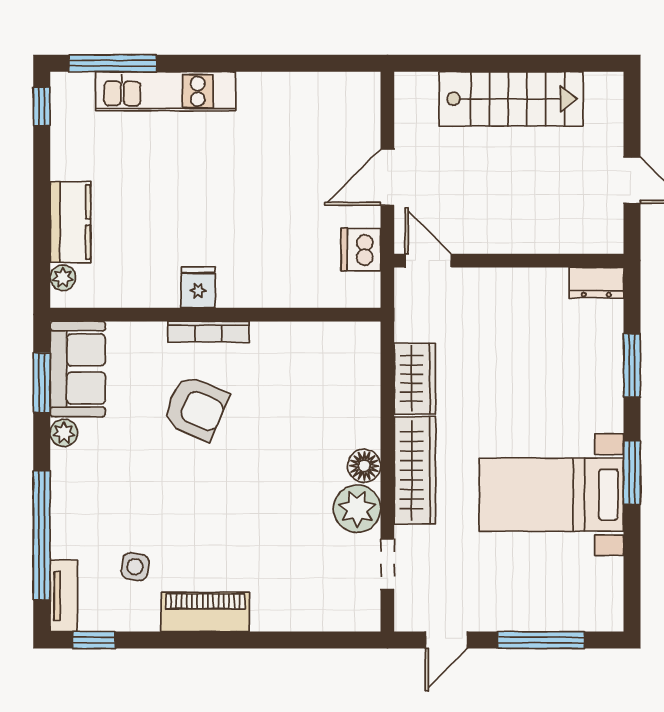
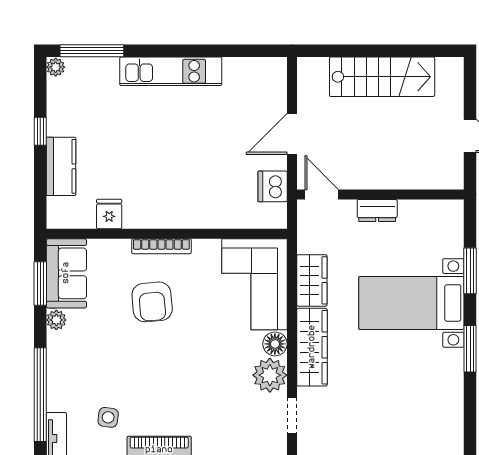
kitchen unit: (166, 91) -> (171, 71), moved
window: (42, 106) -> (40, 131), moved
plant: (63, 278) -> (56, 67), moved
dresser: (596, 283) -> (377, 211), moved
fridge: (198, 287) -> (109, 214), moved
corner sofa: (336, 384) -> (254, 284), added
armchair: (195, 408) -> (152, 302), turned 62
bed with nightstands: (551, 495) -> (411, 303), moved

